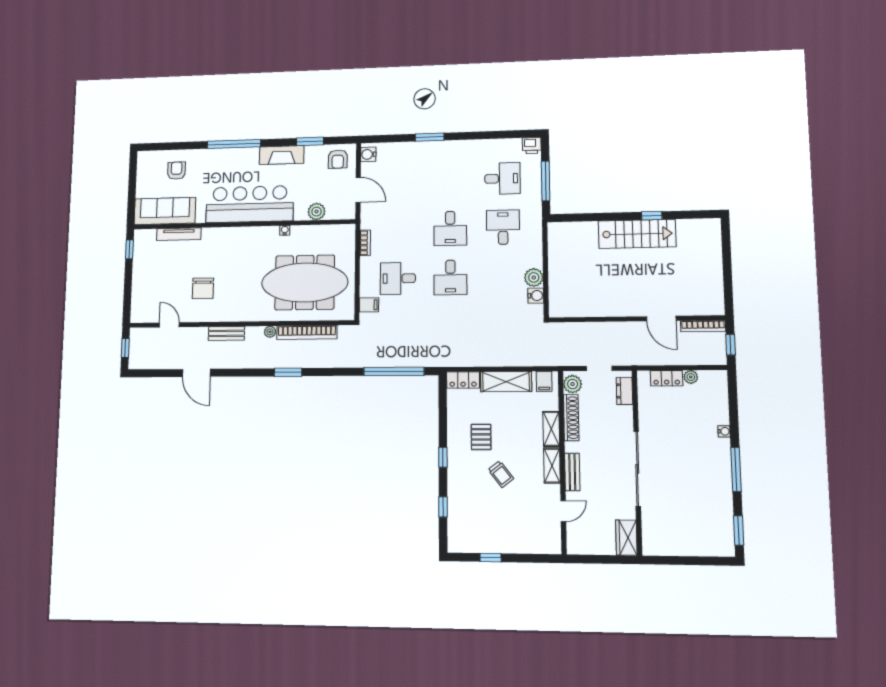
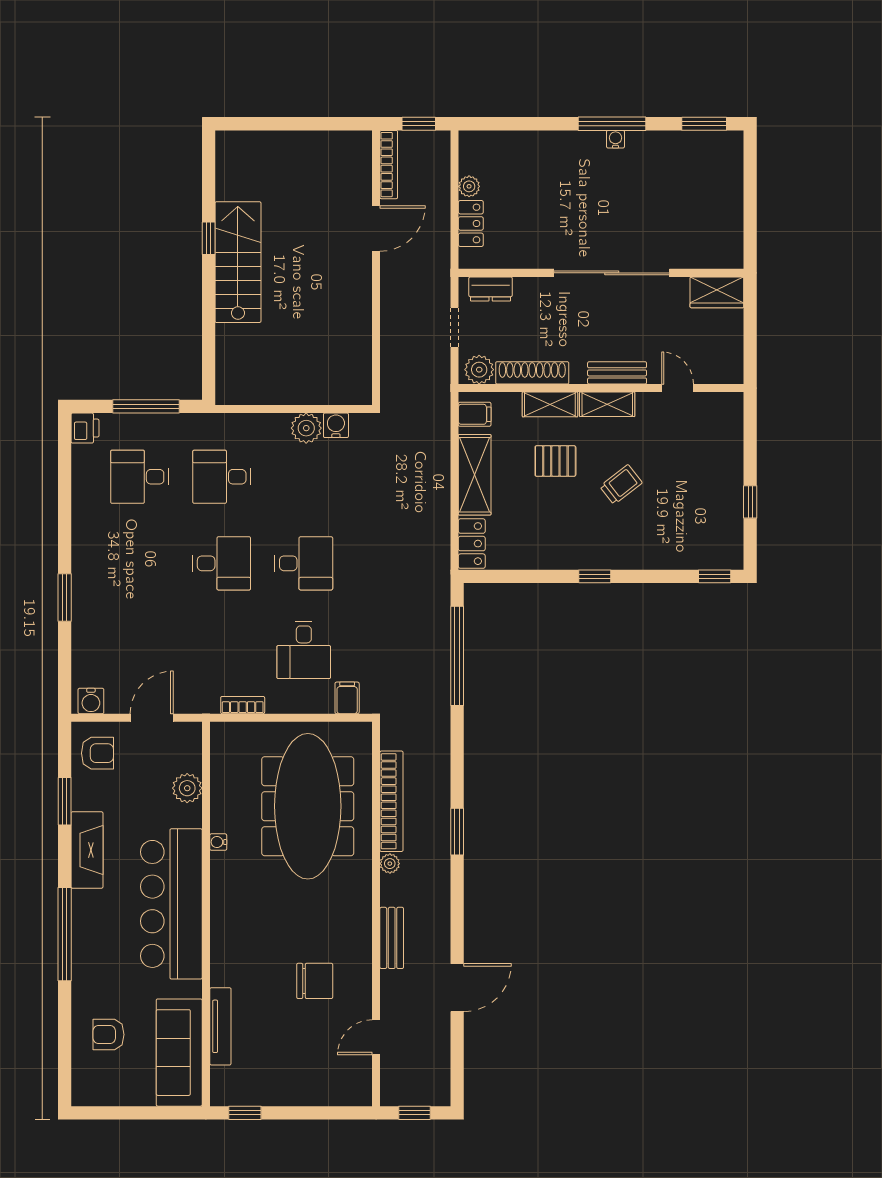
desk: (502, 178) -> (140, 477), turned -90
water cooler: (724, 431) -> (616, 139), moved
pallet: (481, 437) -> (555, 461), moved
window: (443, 507) -> (715, 576), moved

